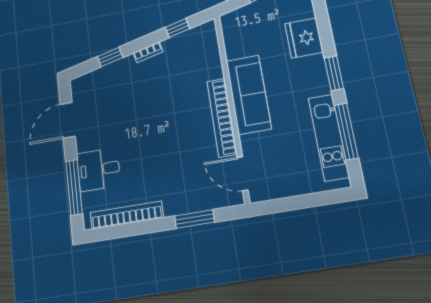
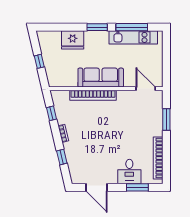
bookcase: (222, 117) -> (93, 95), moved
door: (243, 174) -> (146, 89), swing flipped
window: (74, 187) -> (137, 187), width x0.69

